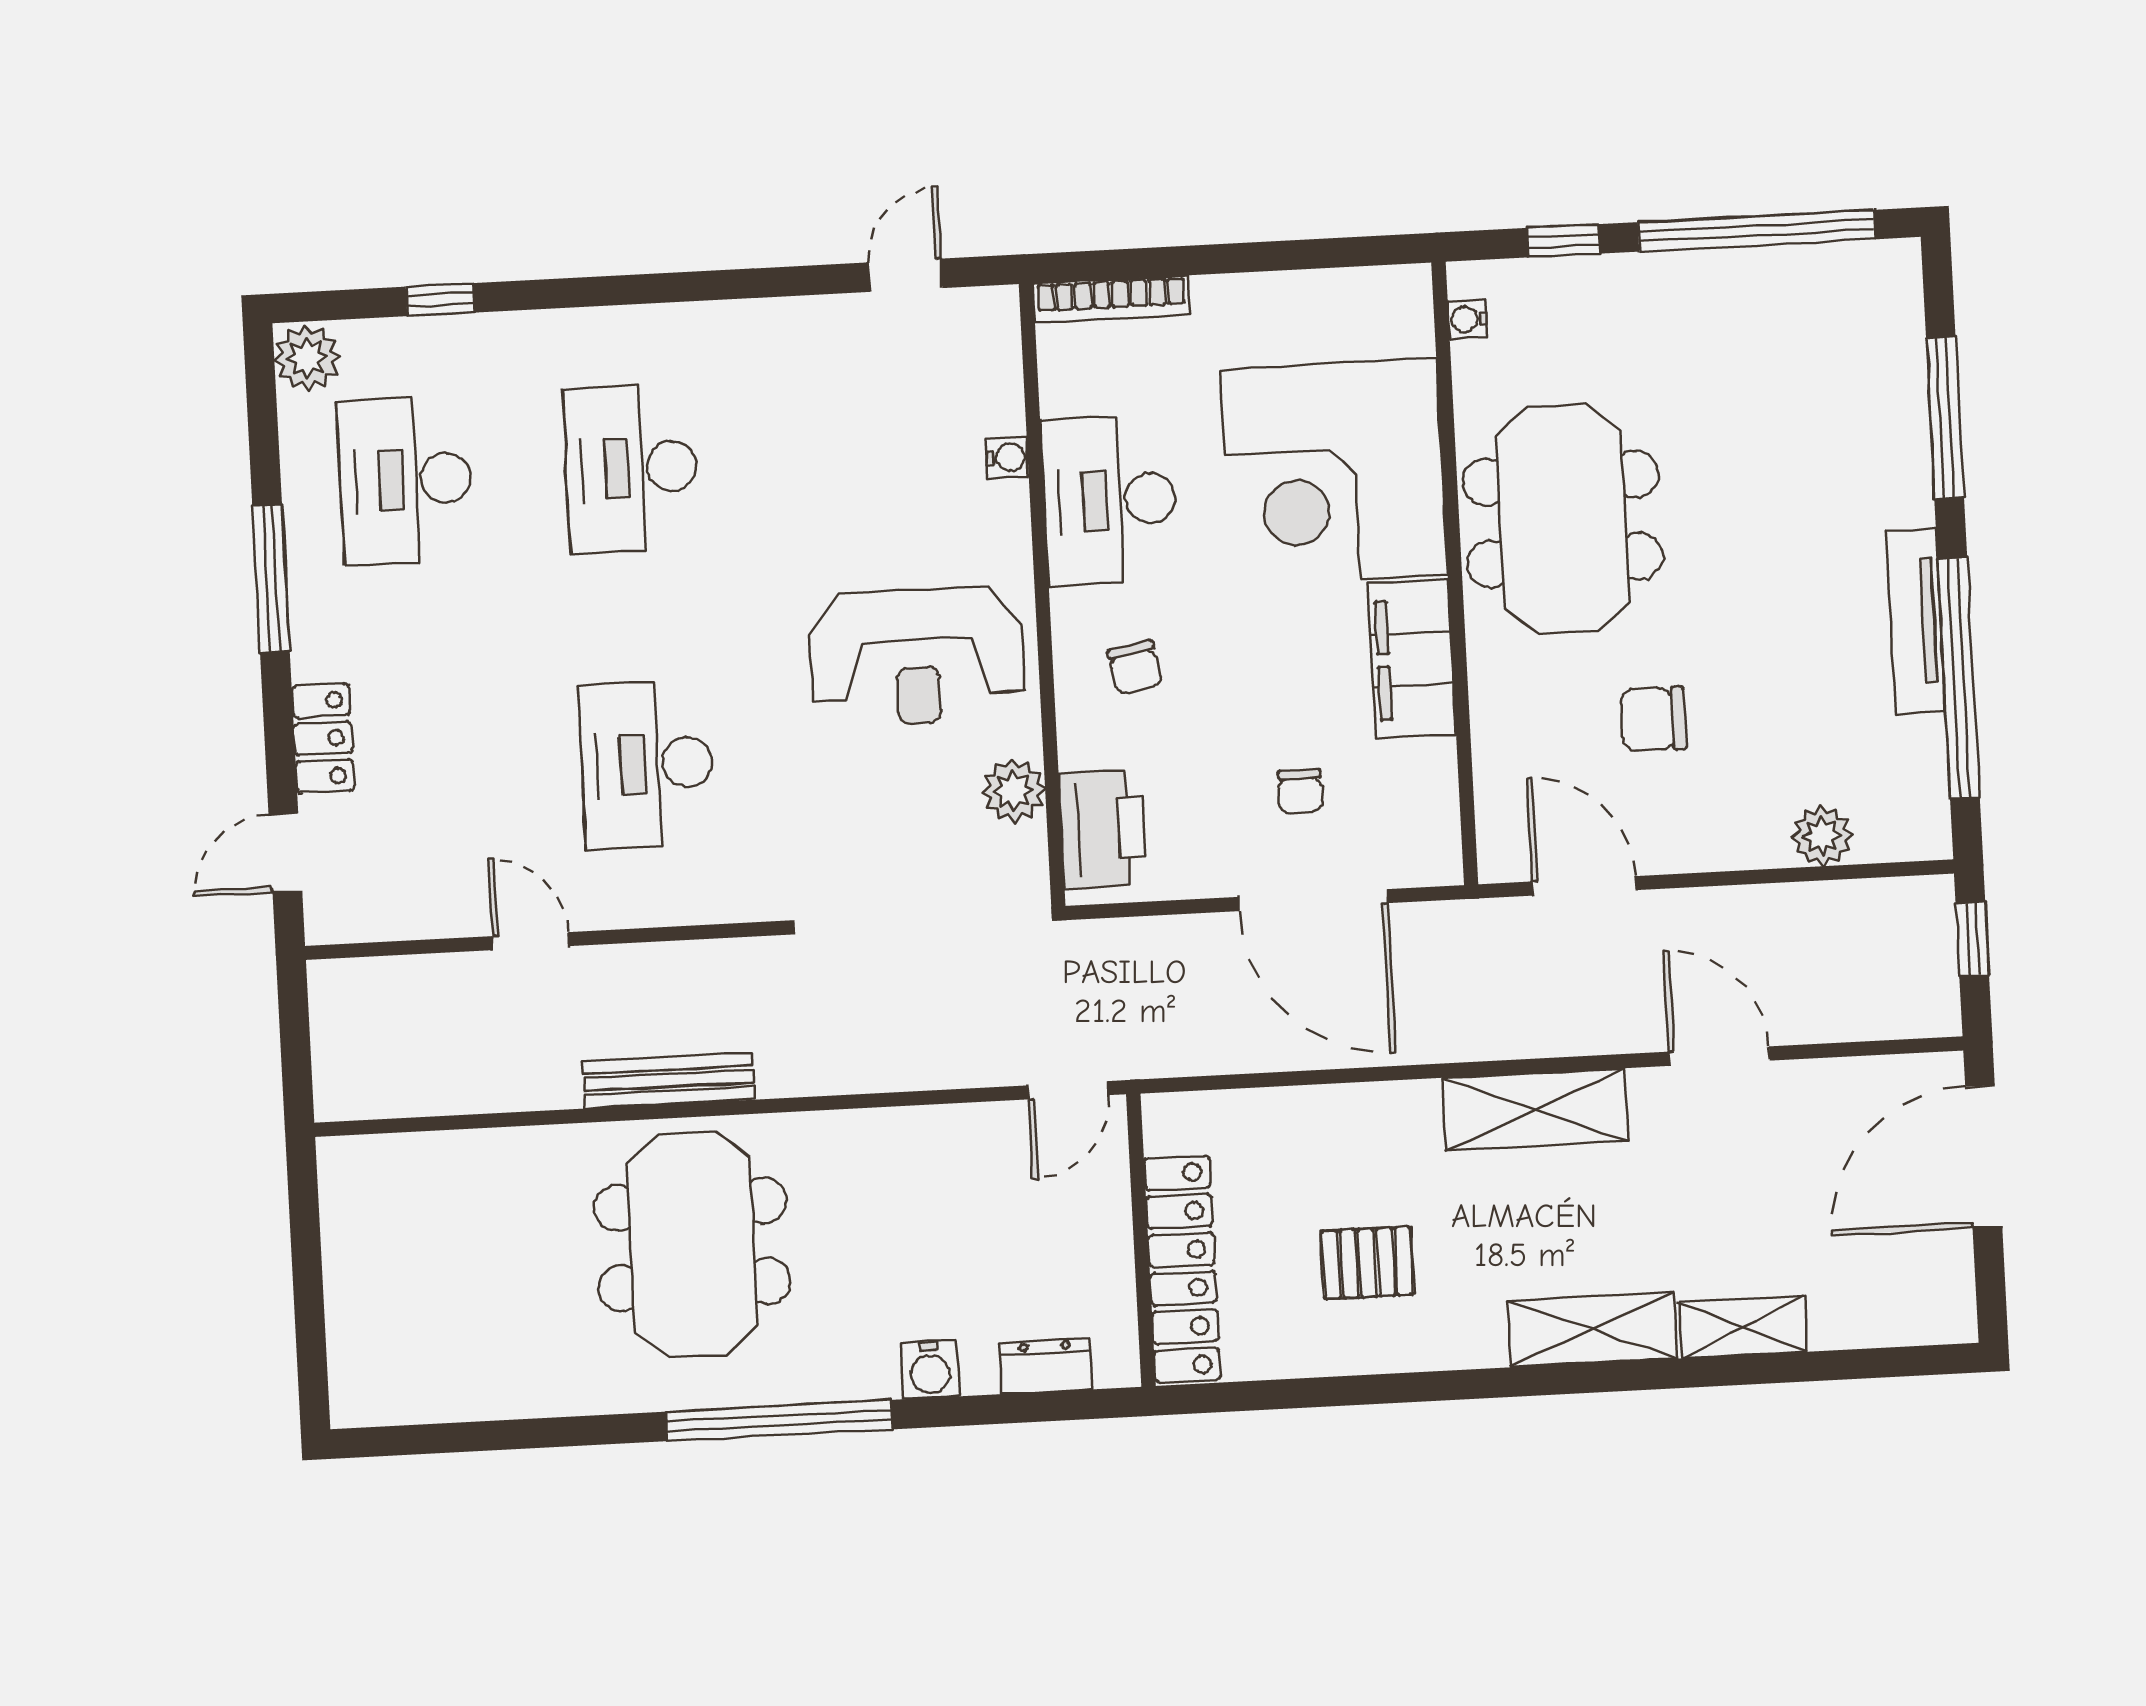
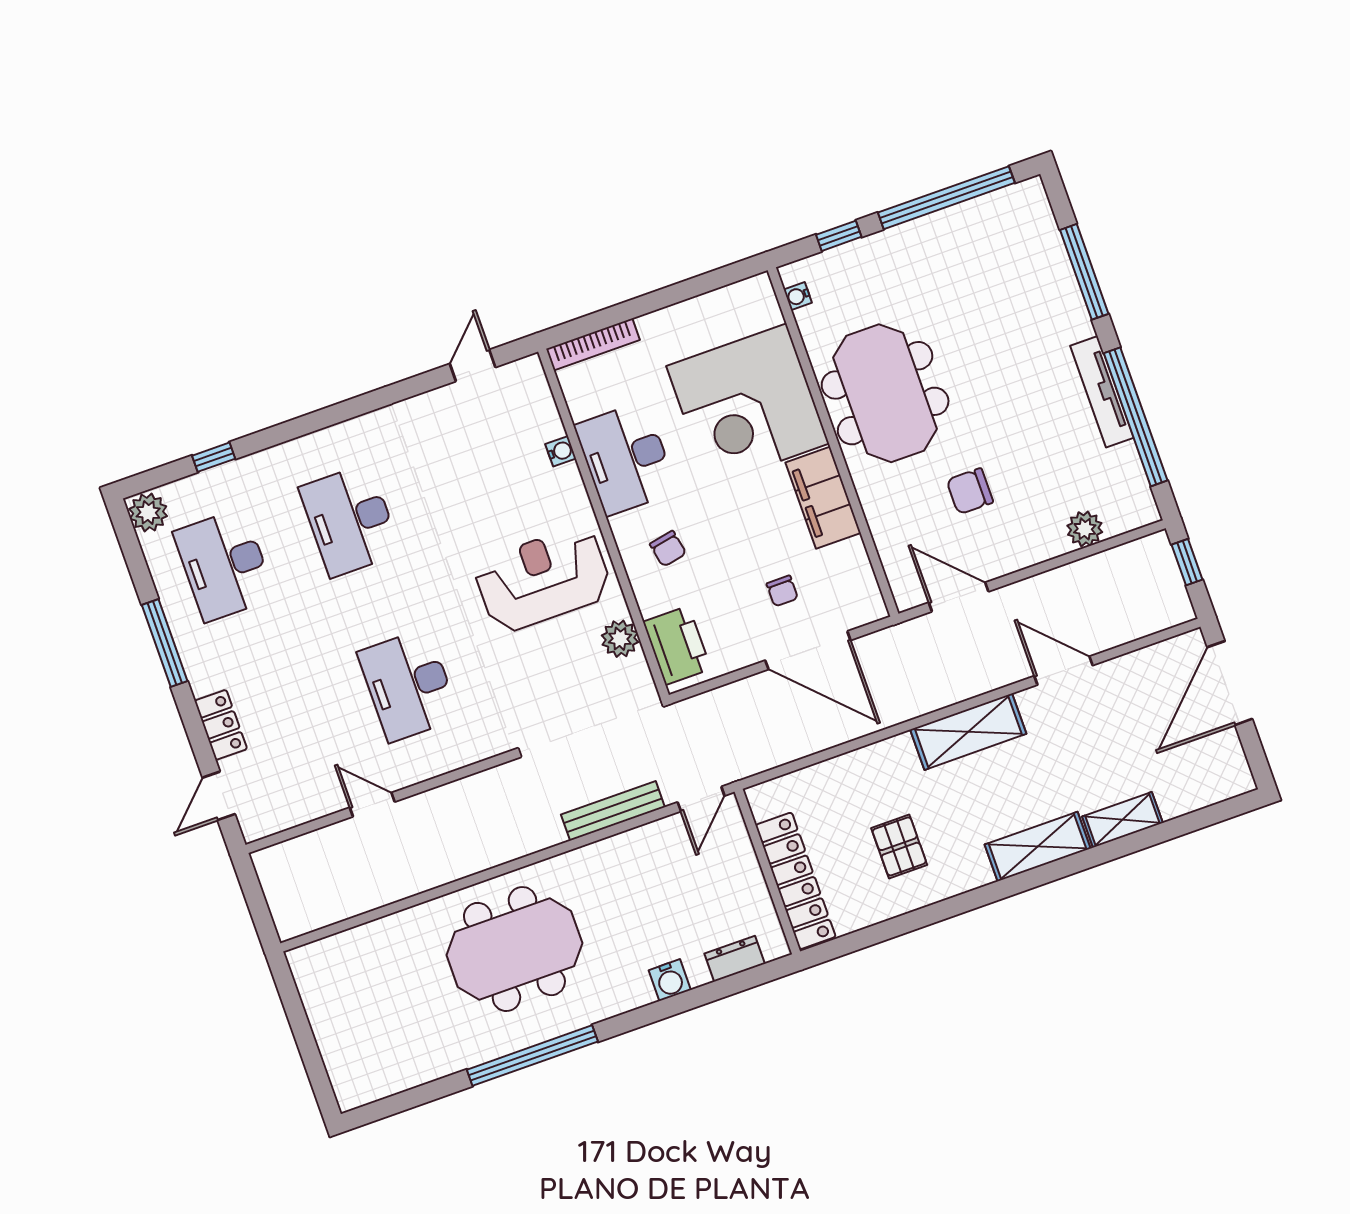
reception desk: (917, 657) -> (543, 579), turned 180
bench: (669, 1080) -> (613, 811), moved
meeting table: (692, 1244) -> (514, 949), turned 90
pallet: (1367, 1263) -> (899, 846), turned 90
window: (779, 1420) -> (532, 1056), moved

